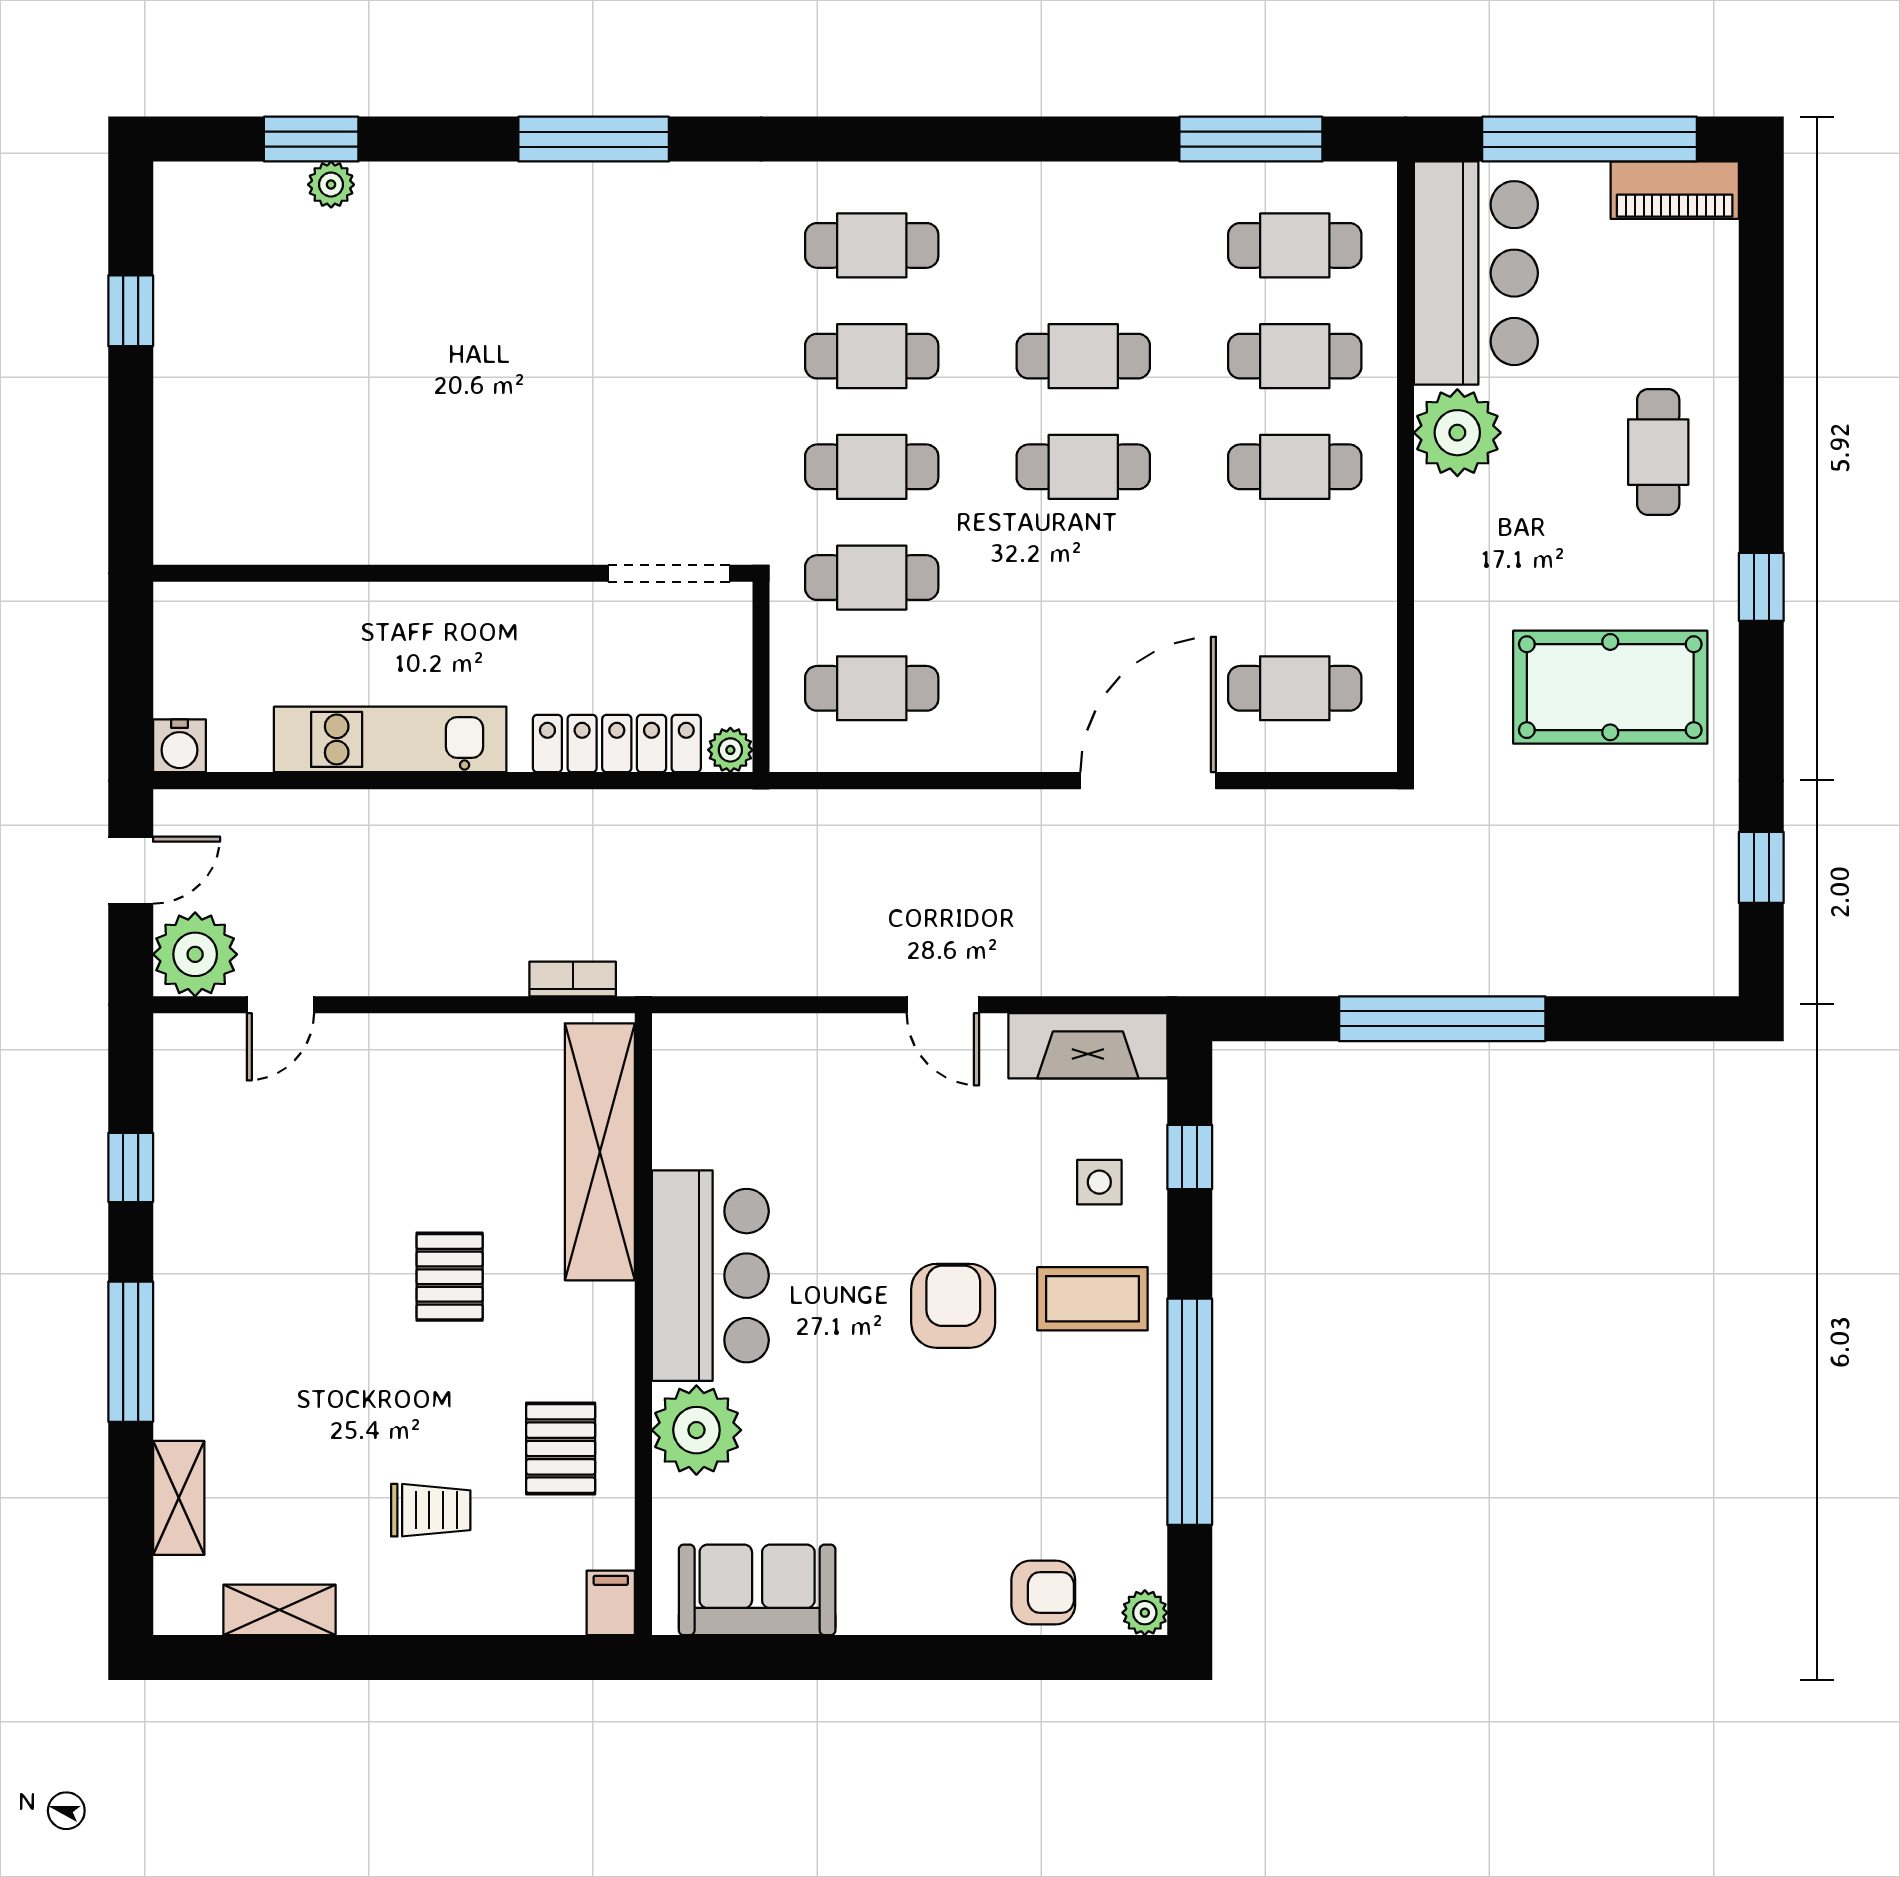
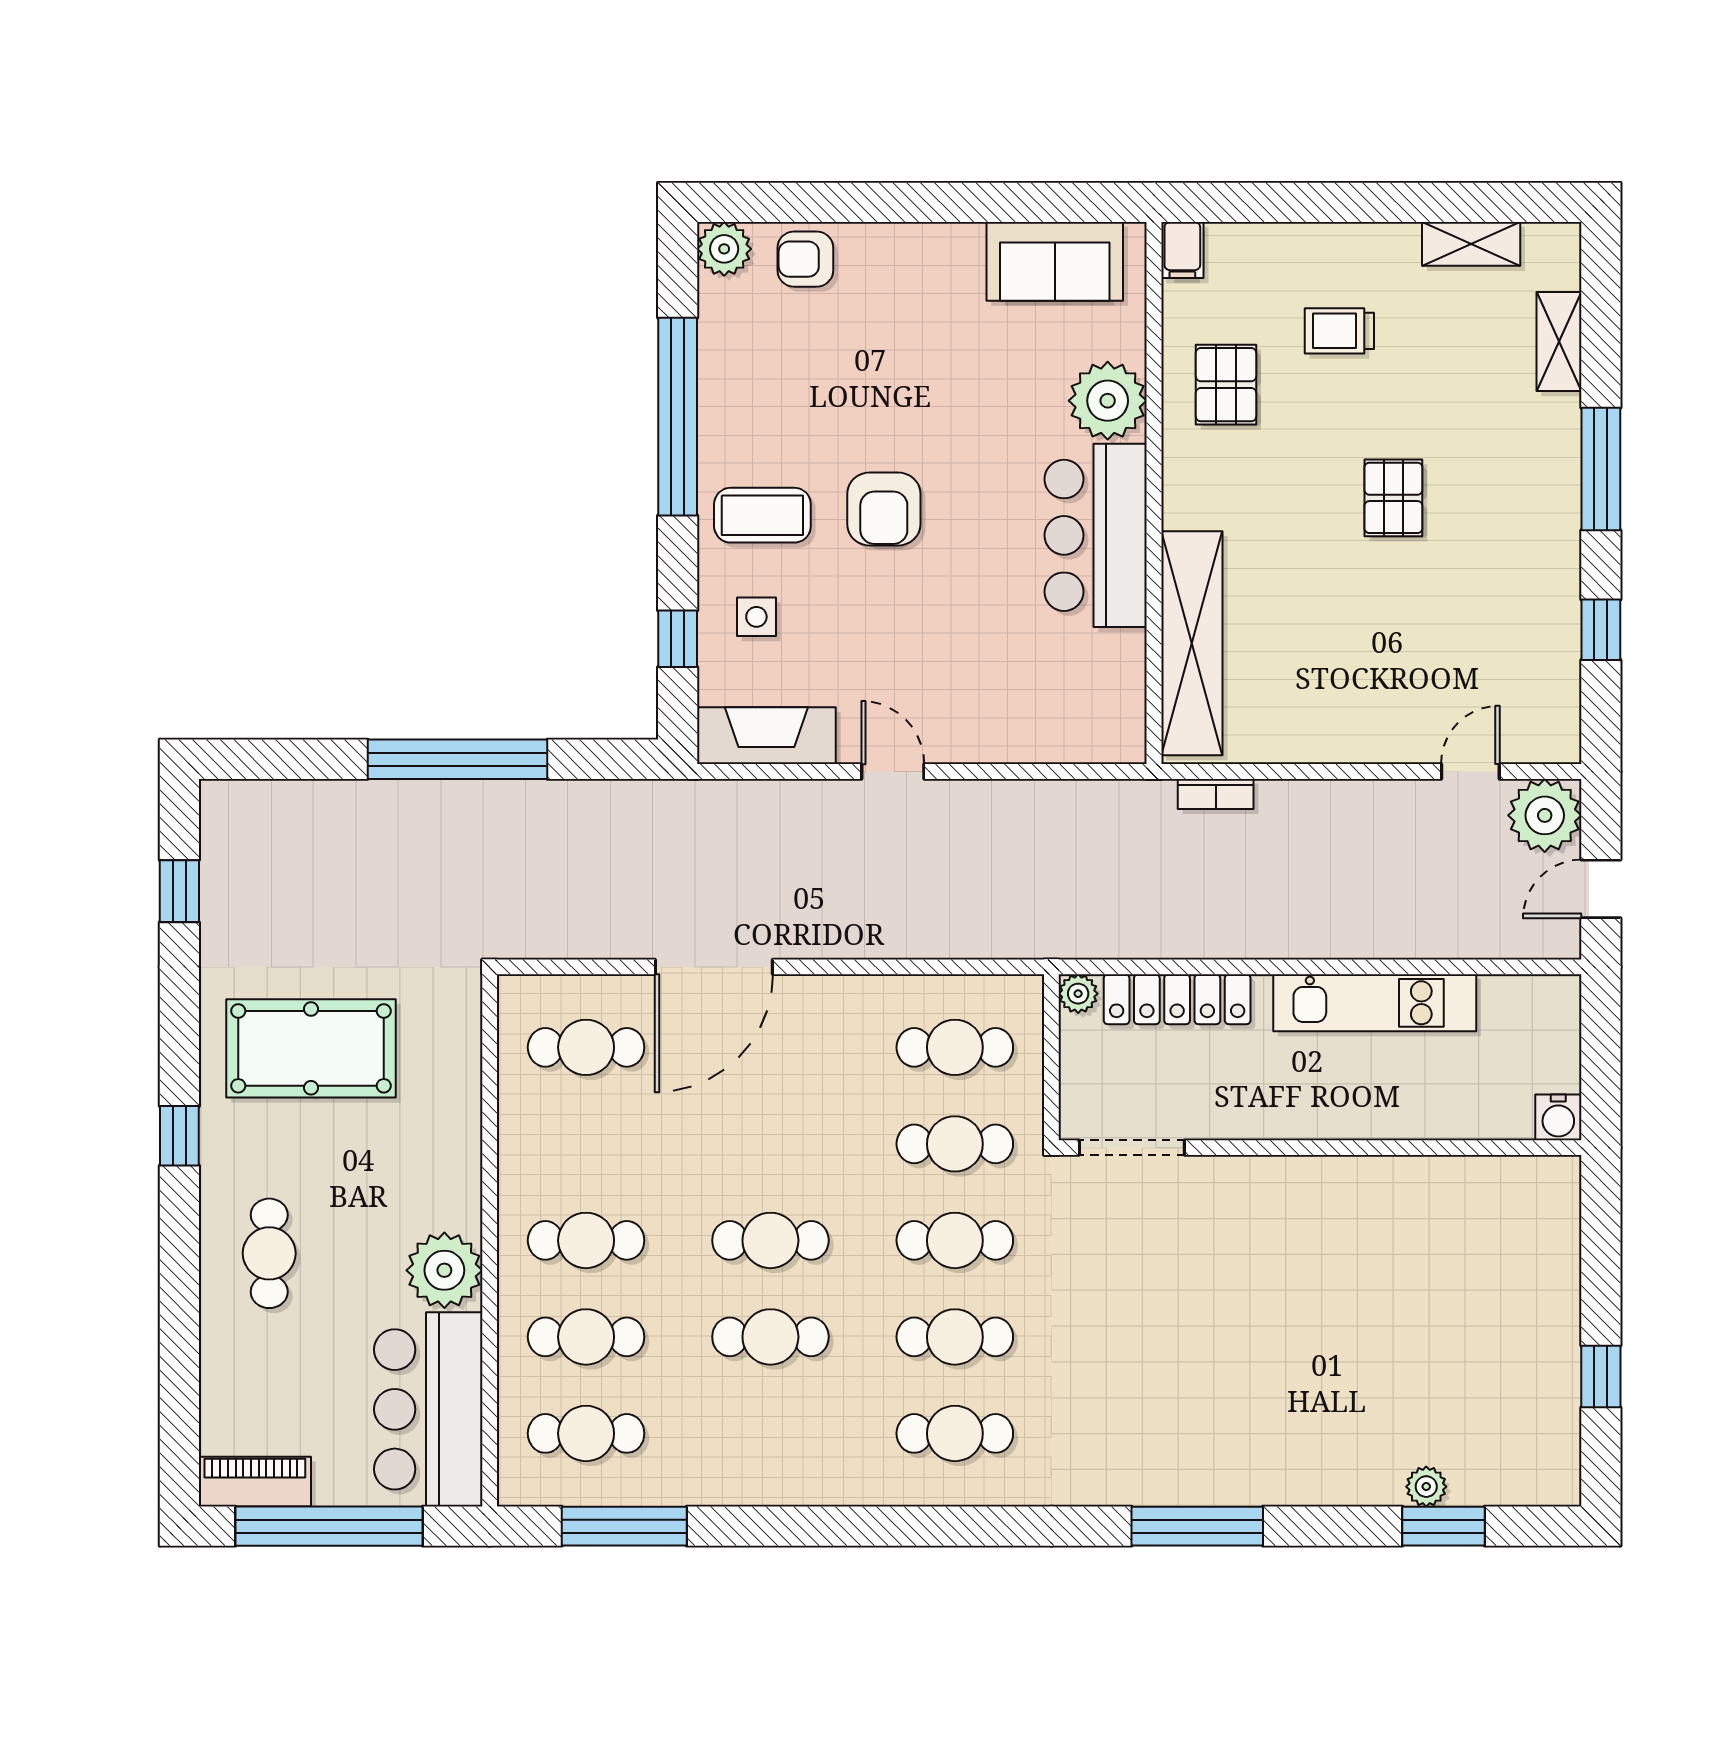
water cooler: (179, 746) -> (1558, 1117), moved, turned 180
pallet: (450, 1277) -> (1393, 498), moved
plant: (1145, 1613) -> (724, 249), width x1.38, depth x1.38

